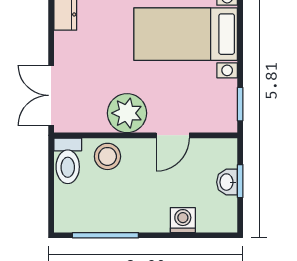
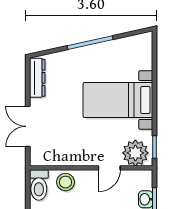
double door: (51, 95) -> (28, 126), moved
plant: (127, 113) -> (135, 153), moved

